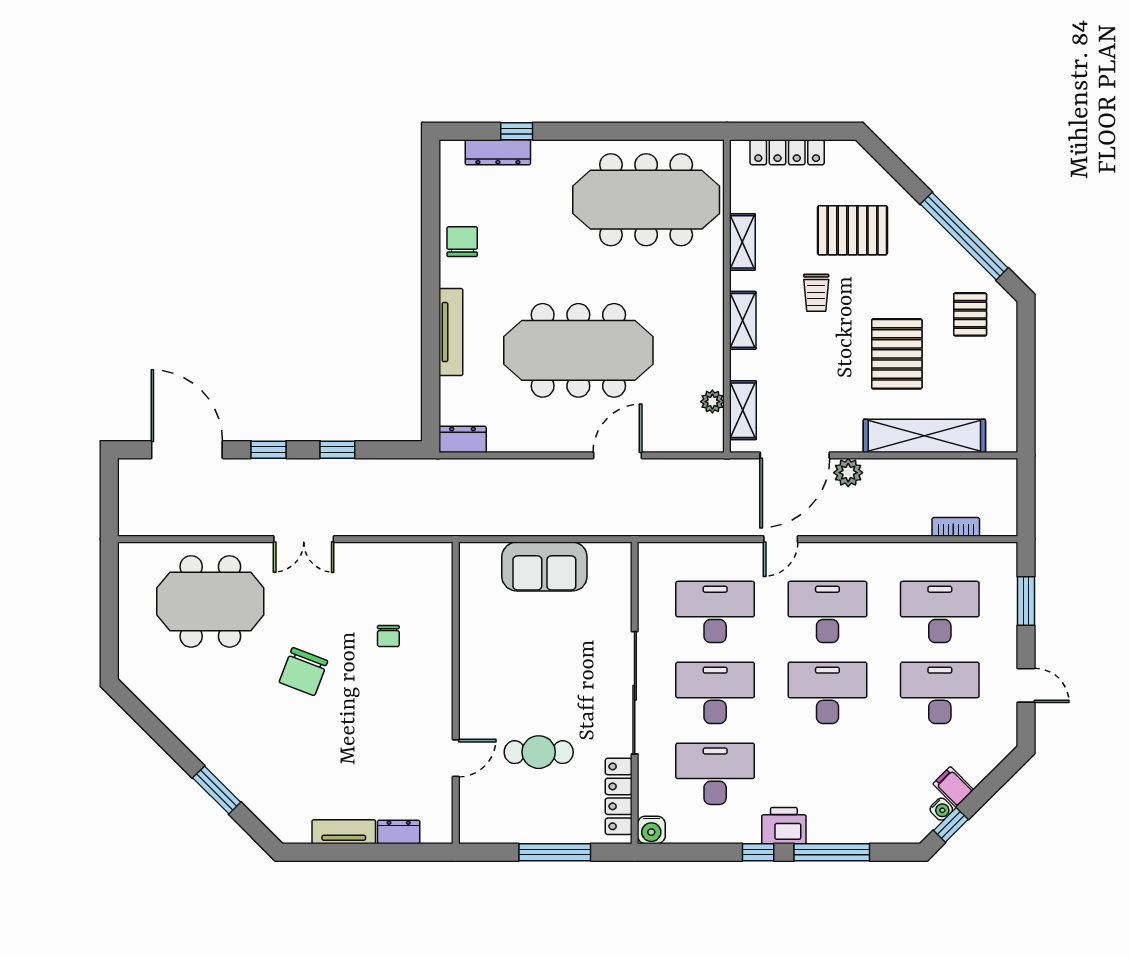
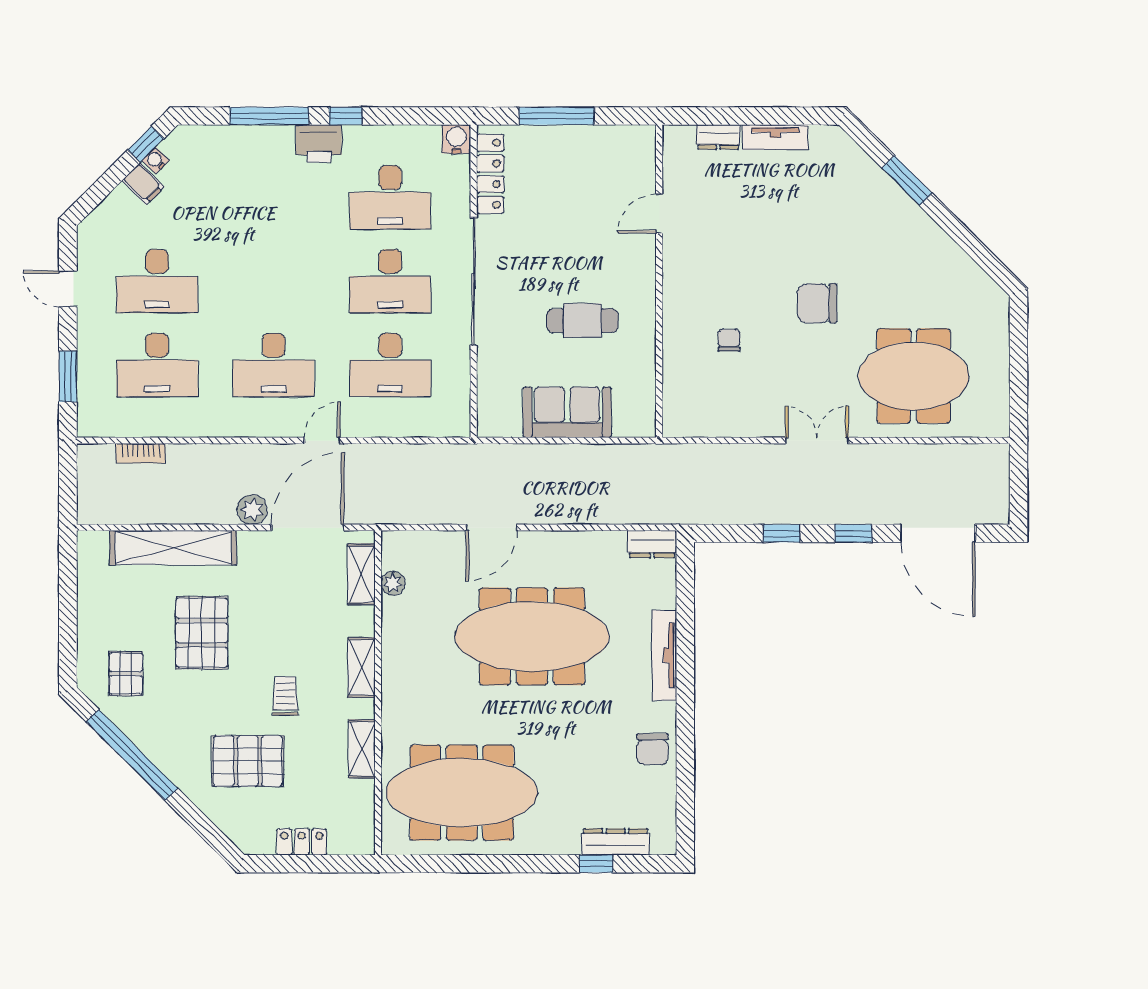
locker: (787, 152) -> (302, 842), width x0.66
chair: (303, 672) -> (817, 303), turned -111
desk: (827, 693) -> (274, 281), removed
cafe table: (539, 752) -> (582, 321), moved

